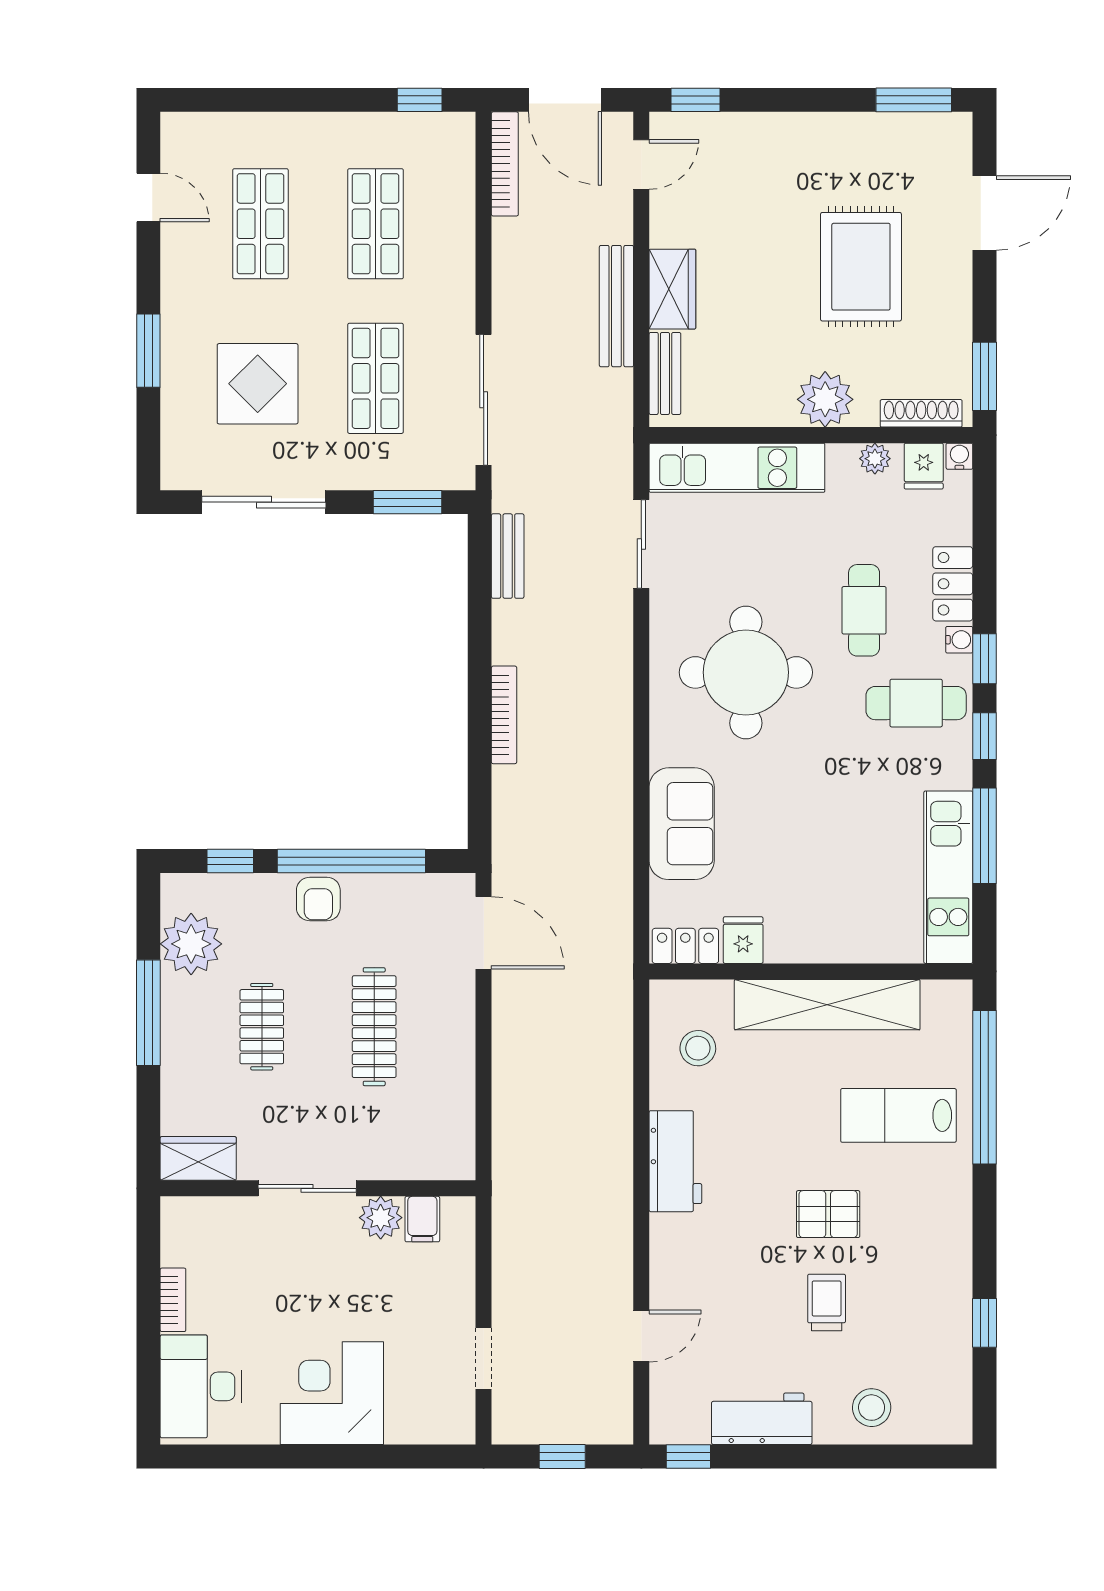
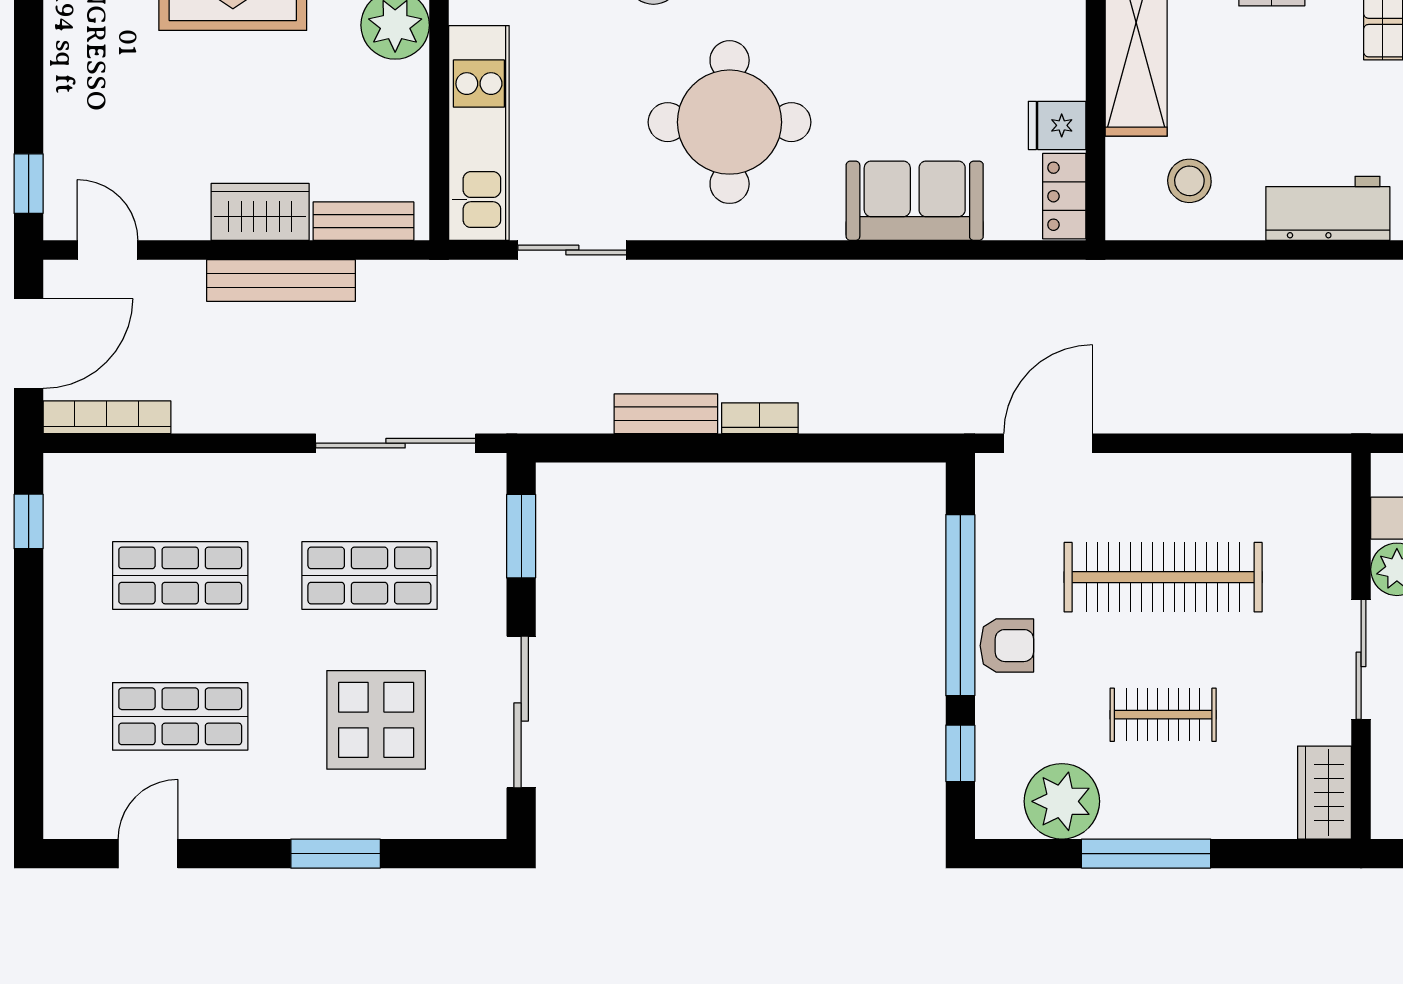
bench: (508, 556) -> (666, 414), moved
bookcase: (504, 715) -> (760, 418), width x0.64
clothes rail: (374, 1027) -> (1163, 577), width x1.37, depth x1.31

